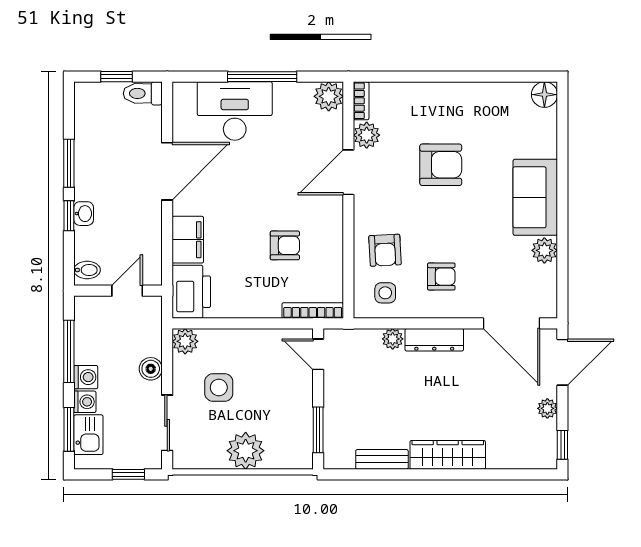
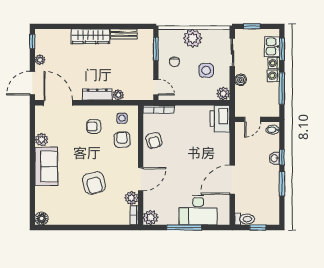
armchair: (441, 165) -> (94, 183), turned -104
filing cabinet: (188, 240) -> (222, 145), removed
armchair: (285, 245) -> (154, 140), moved, turned -106
chair: (281, 404) -> (174, 62), added

